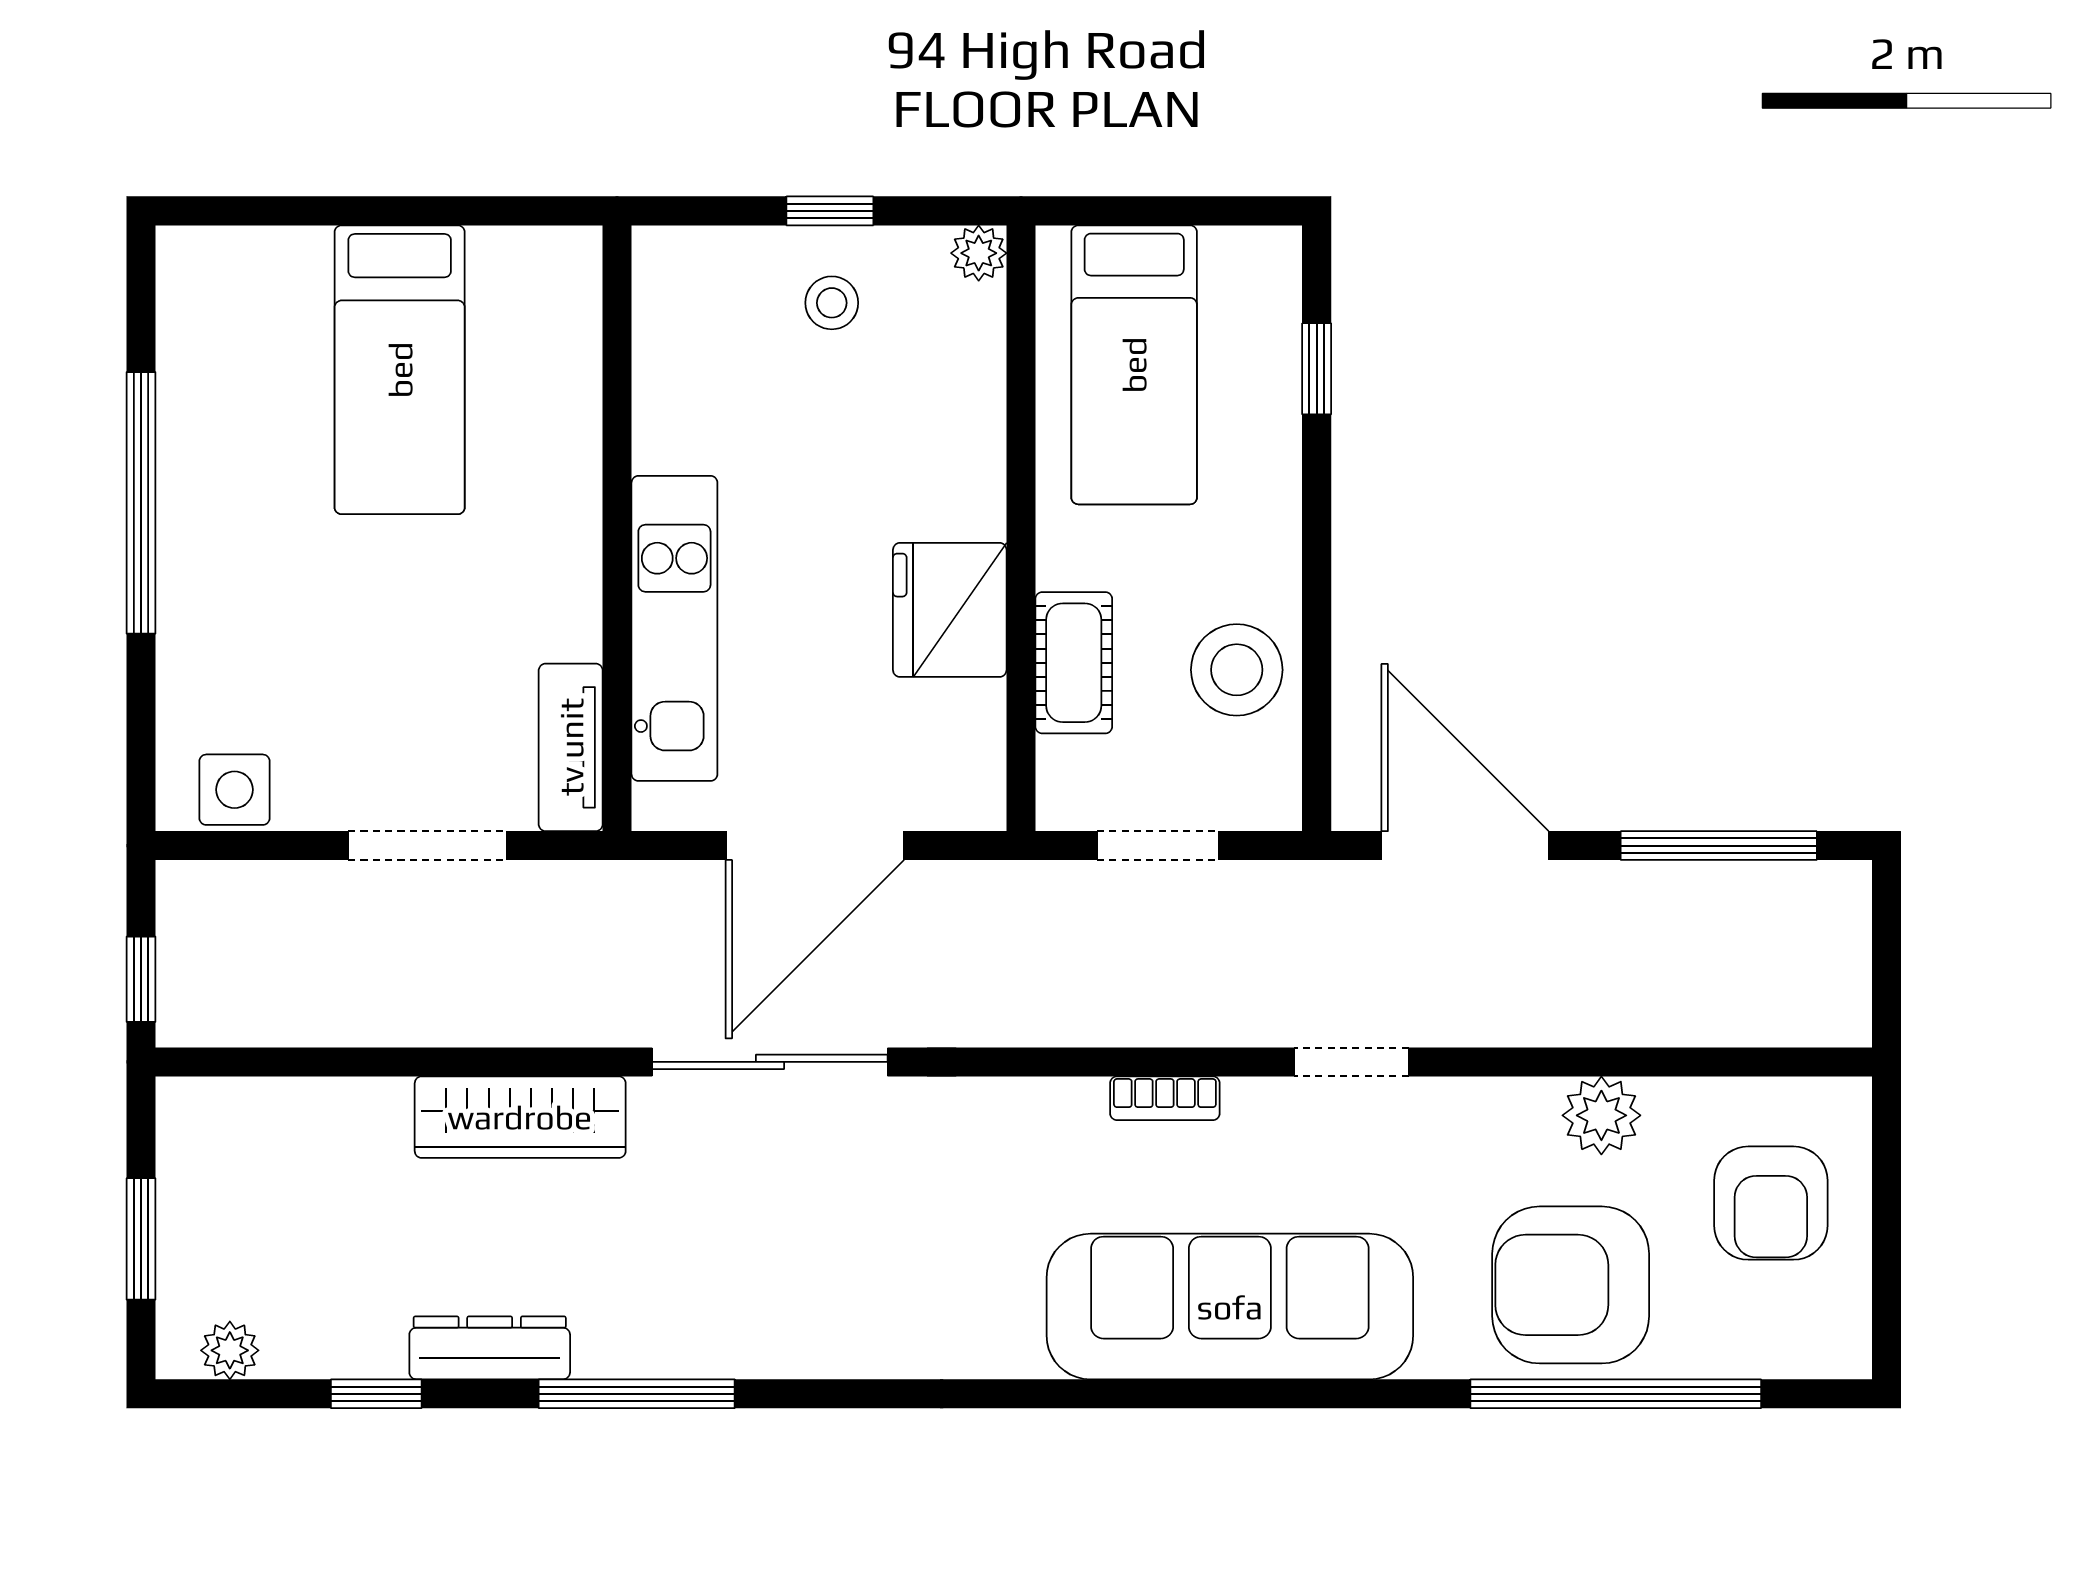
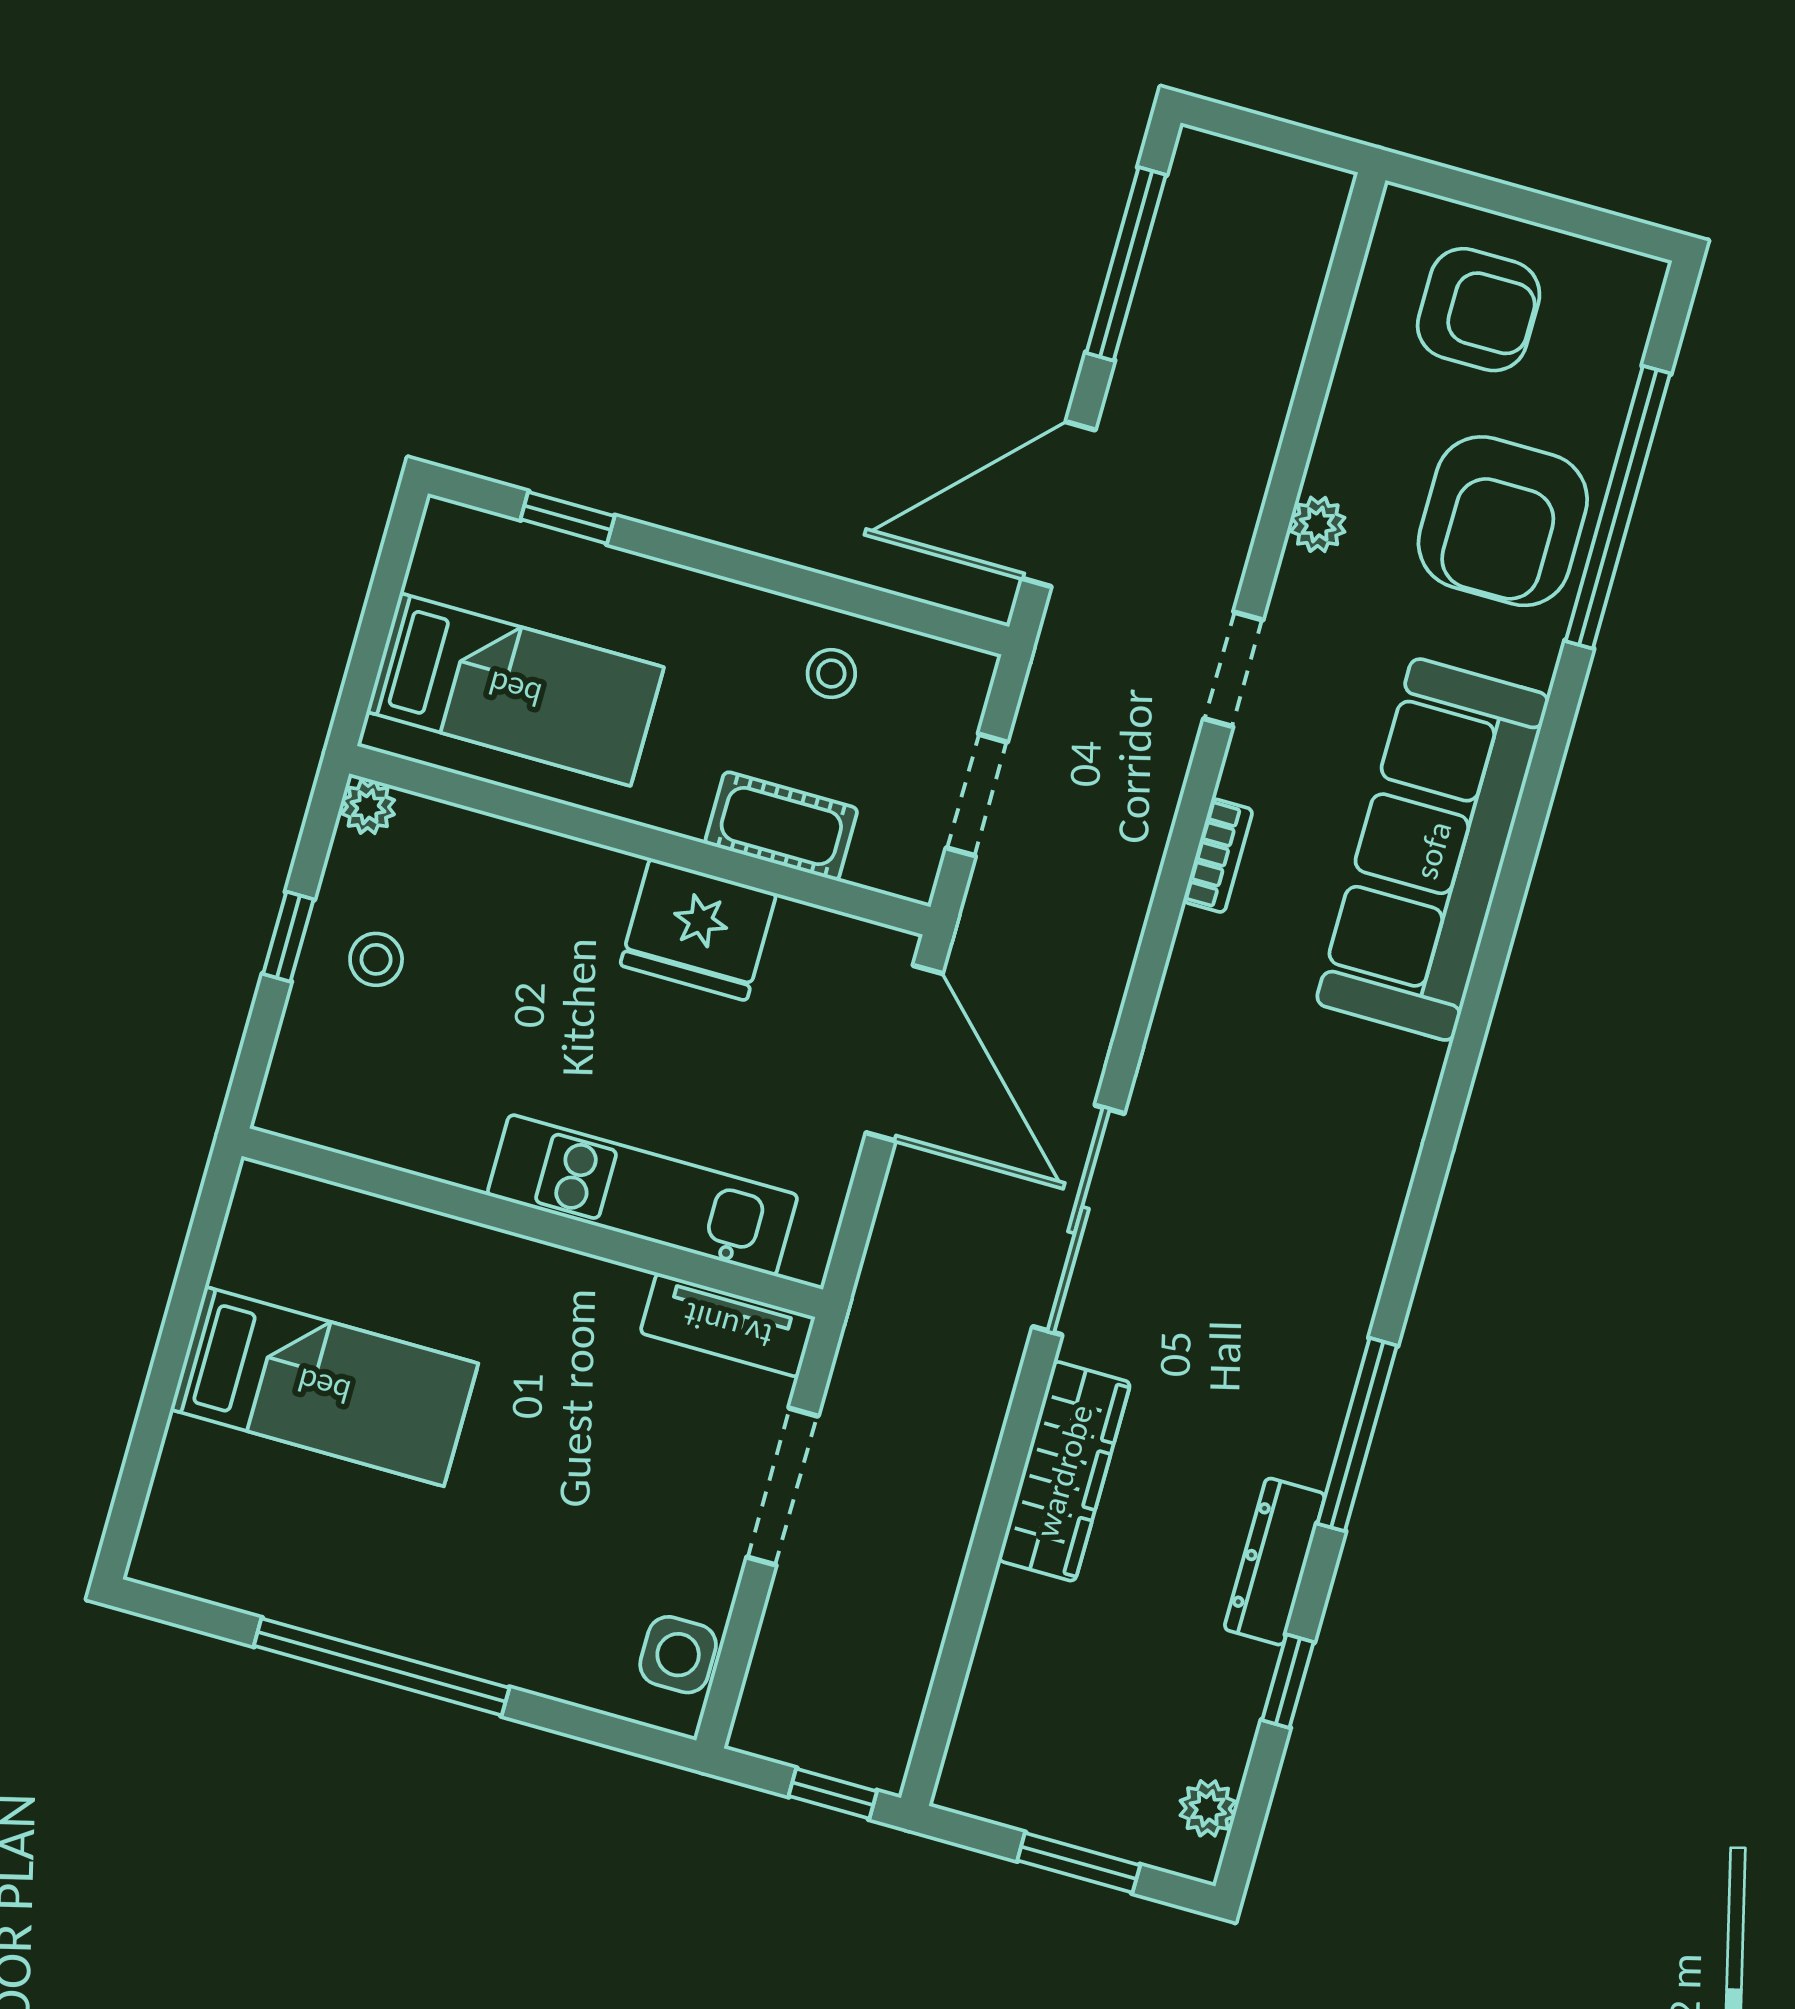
stool: (1237, 670) -> (831, 674), width x0.53, depth x0.53
door: (815, 846) -> (904, 1053), moved
plant: (1601, 1115) -> (1318, 524), moved, width x0.73, depth x0.73

